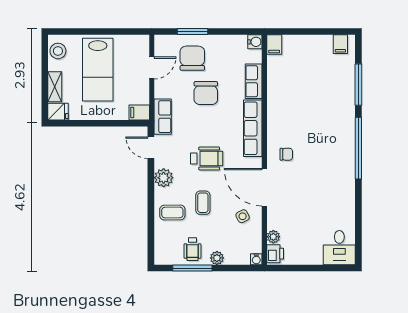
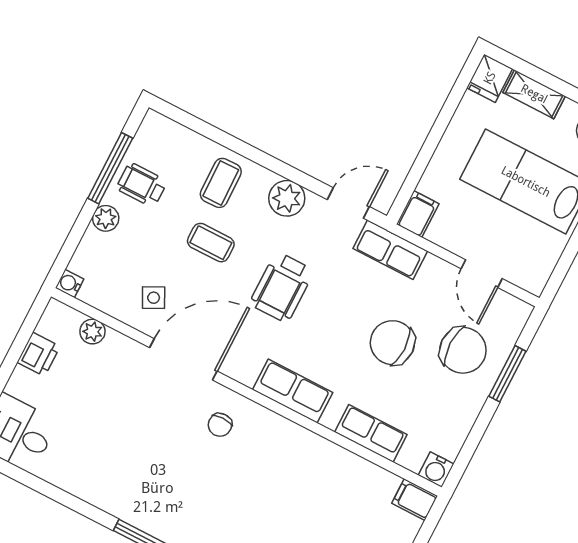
row of seats: (253, 128) -> (293, 391), width x0.68
printer: (275, 254) -> (39, 354), moved, turned -90

